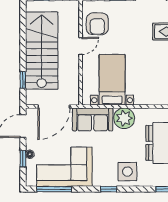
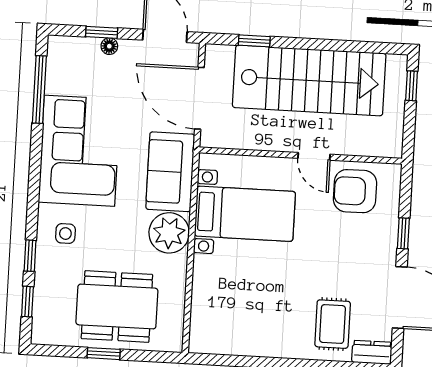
corner sofa: (64, 167) -> (79, 151), moved
side table: (127, 172) -> (65, 234), width x0.54, depth x0.54
window: (109, 189) -> (30, 256), moved

